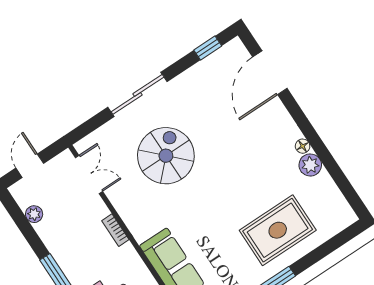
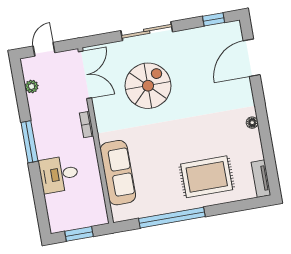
plant: (310, 165) -> (252, 139), removed
double door: (89, 174) -> (85, 75), width x1.37
tv unit: (340, 205) -> (261, 179), added

